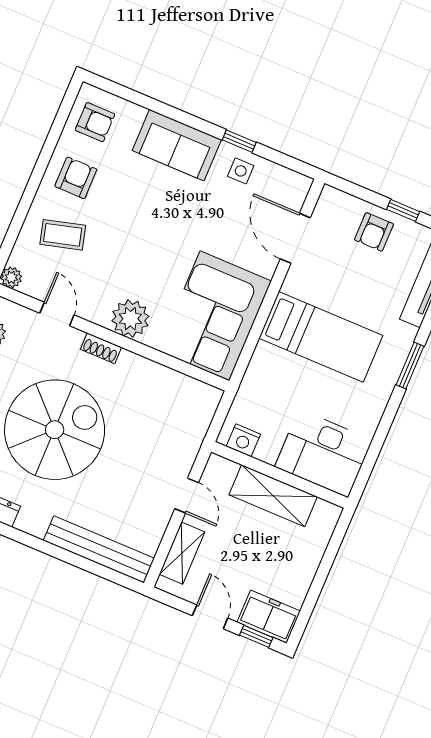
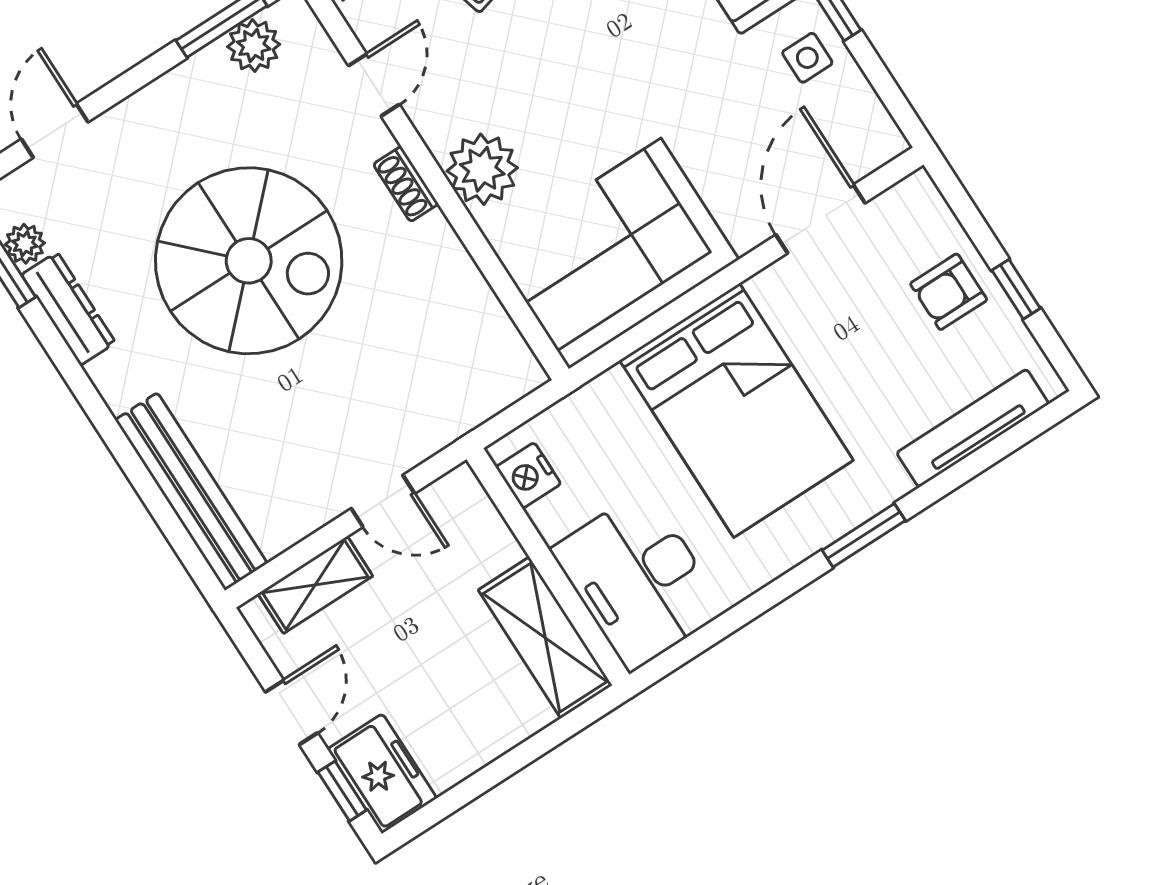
bed: (321, 337) -> (736, 410), width x1.50
door: (187, 496) -> (383, 501), hinge flipped
shelving: (273, 496) -> (545, 638), moved

